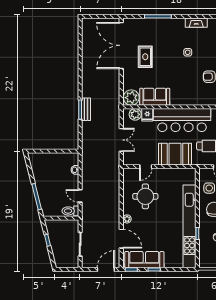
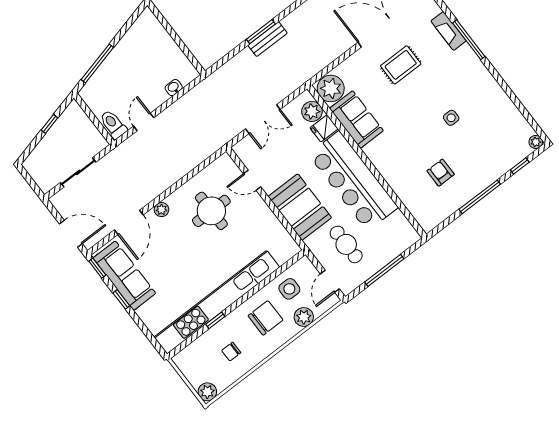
fireplace: (196, 23) -> (448, 31), moved

